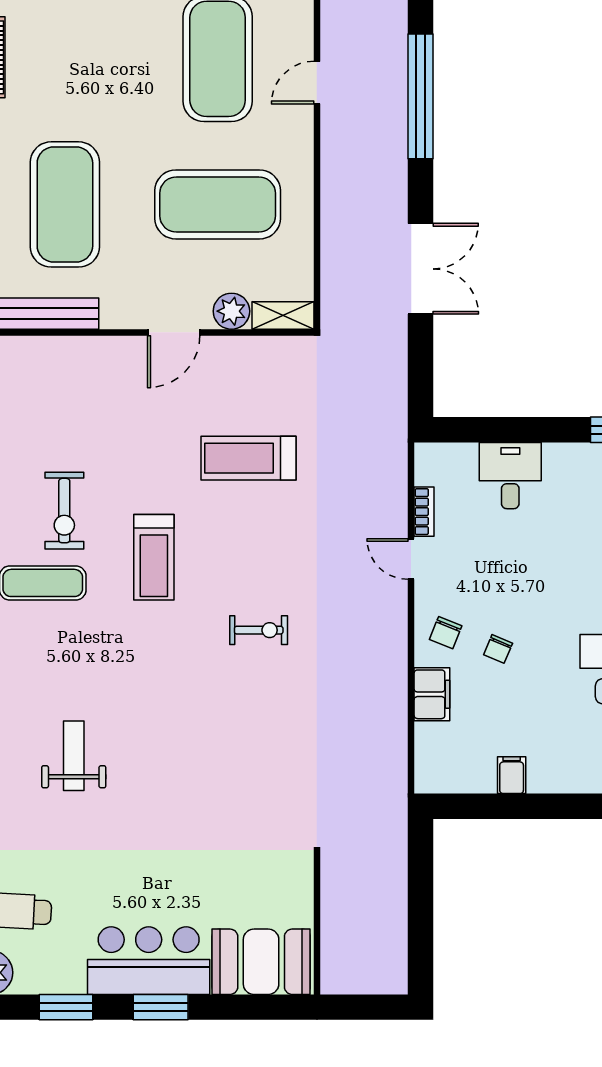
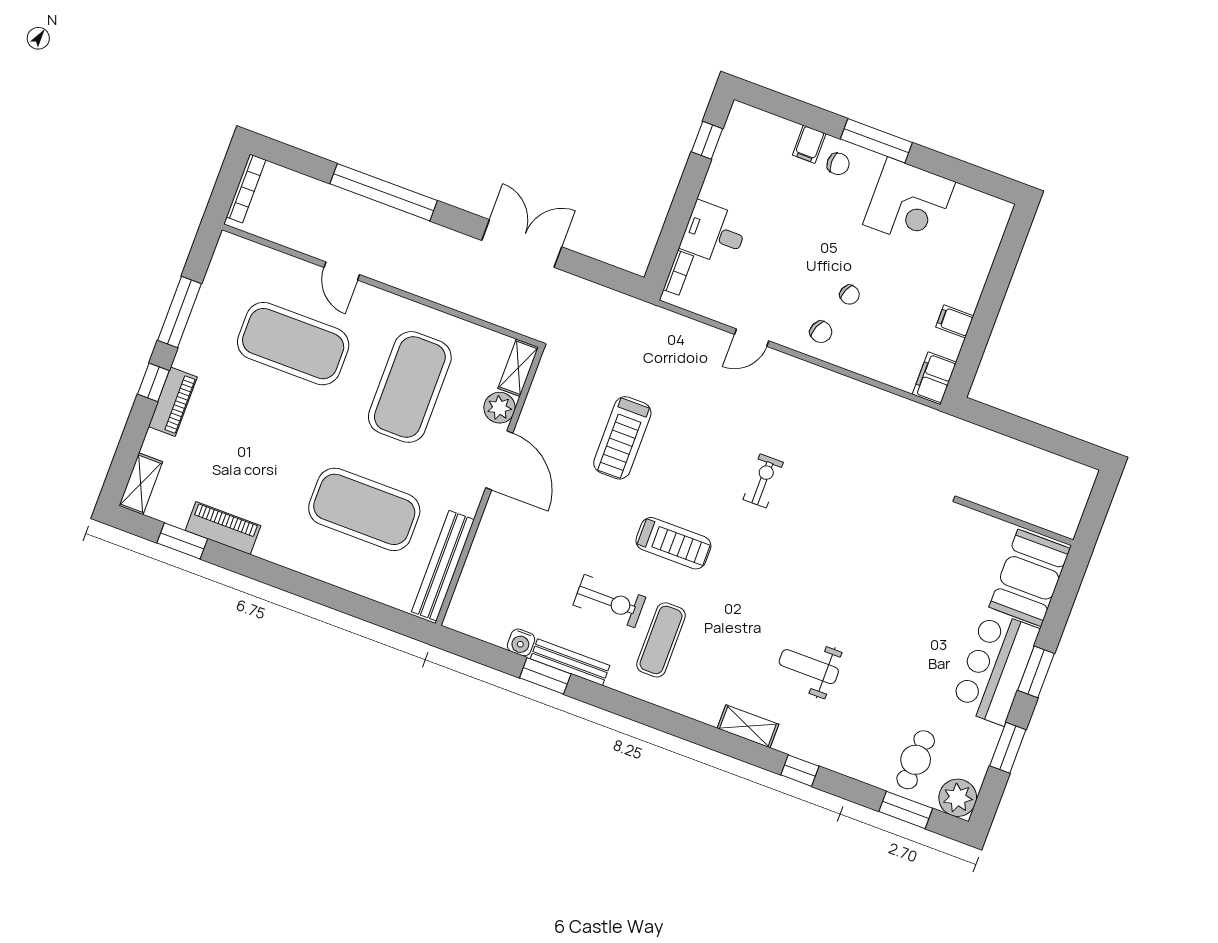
door: (174, 332) -> (499, 460), width x1.36
bookcase: (424, 512) -> (678, 273), moved, turned 90
filing cabinet: (432, 694) -> (934, 378), moved, turned -90

